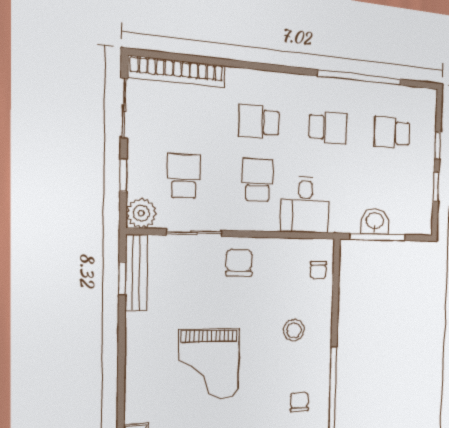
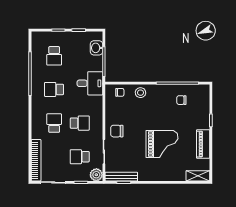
school desk: (259, 122) -> (54, 123), turned 180
school desk: (328, 127) -> (54, 89), turned -90
school desk: (258, 180) -> (80, 123), turned 180
desk: (305, 205) -> (90, 83), moved
washbasin: (375, 221) -> (96, 48), moved
stool: (294, 330) -> (141, 93), moved

